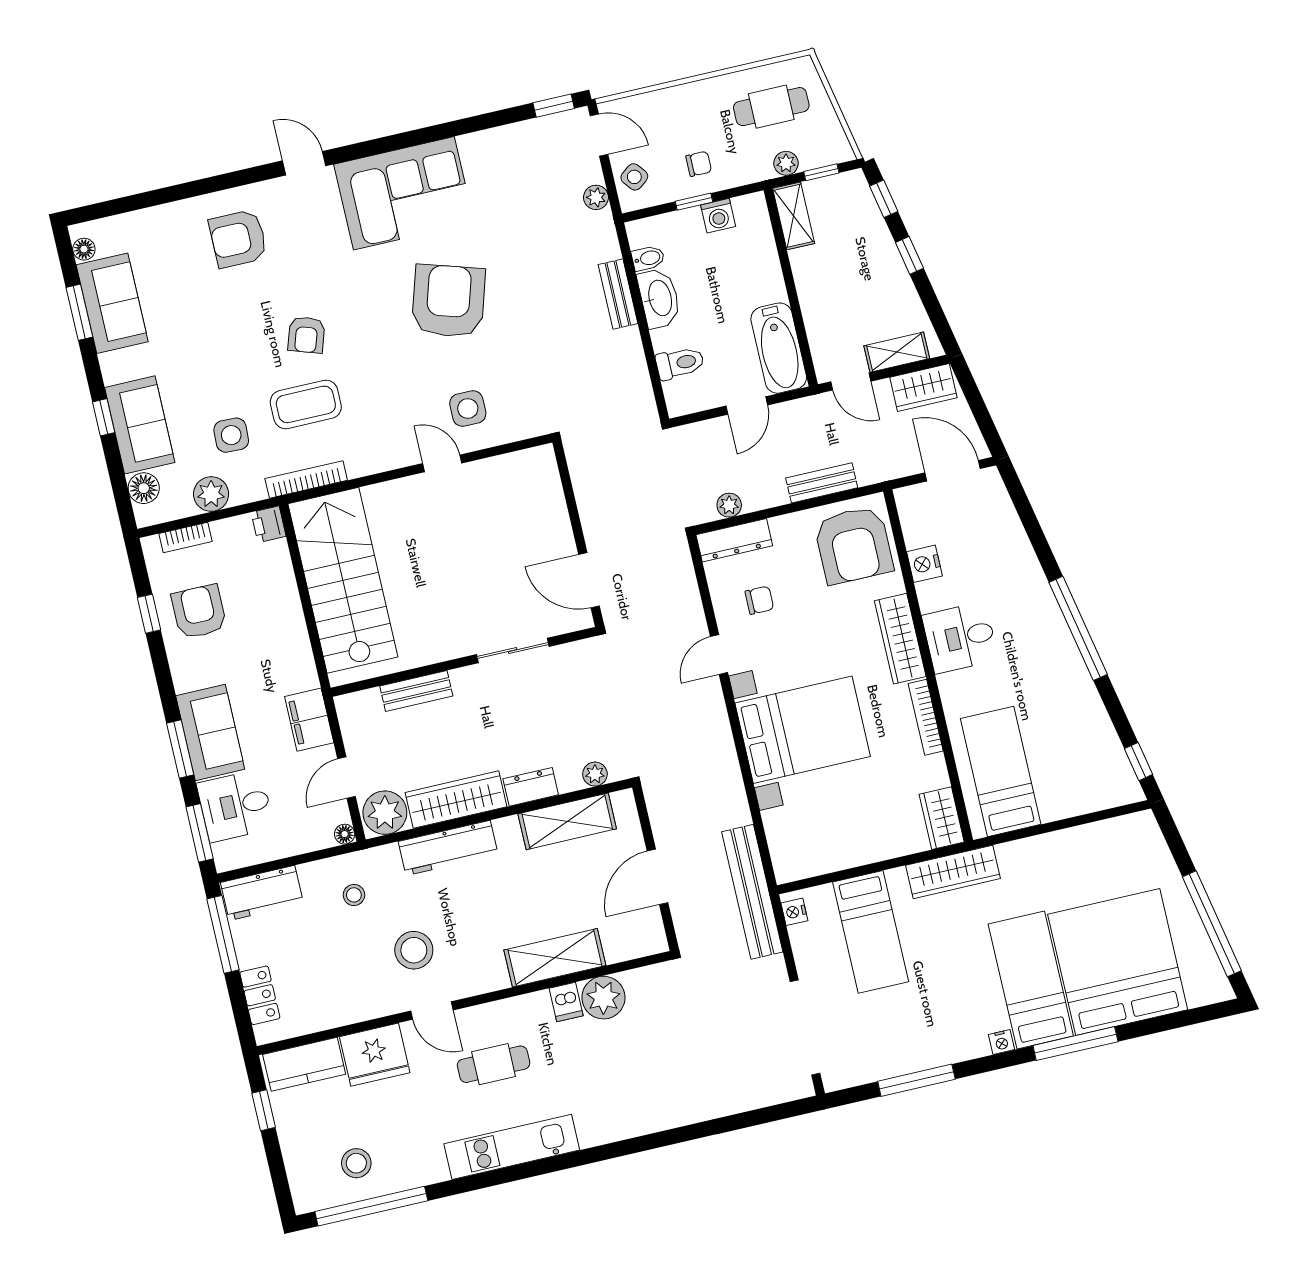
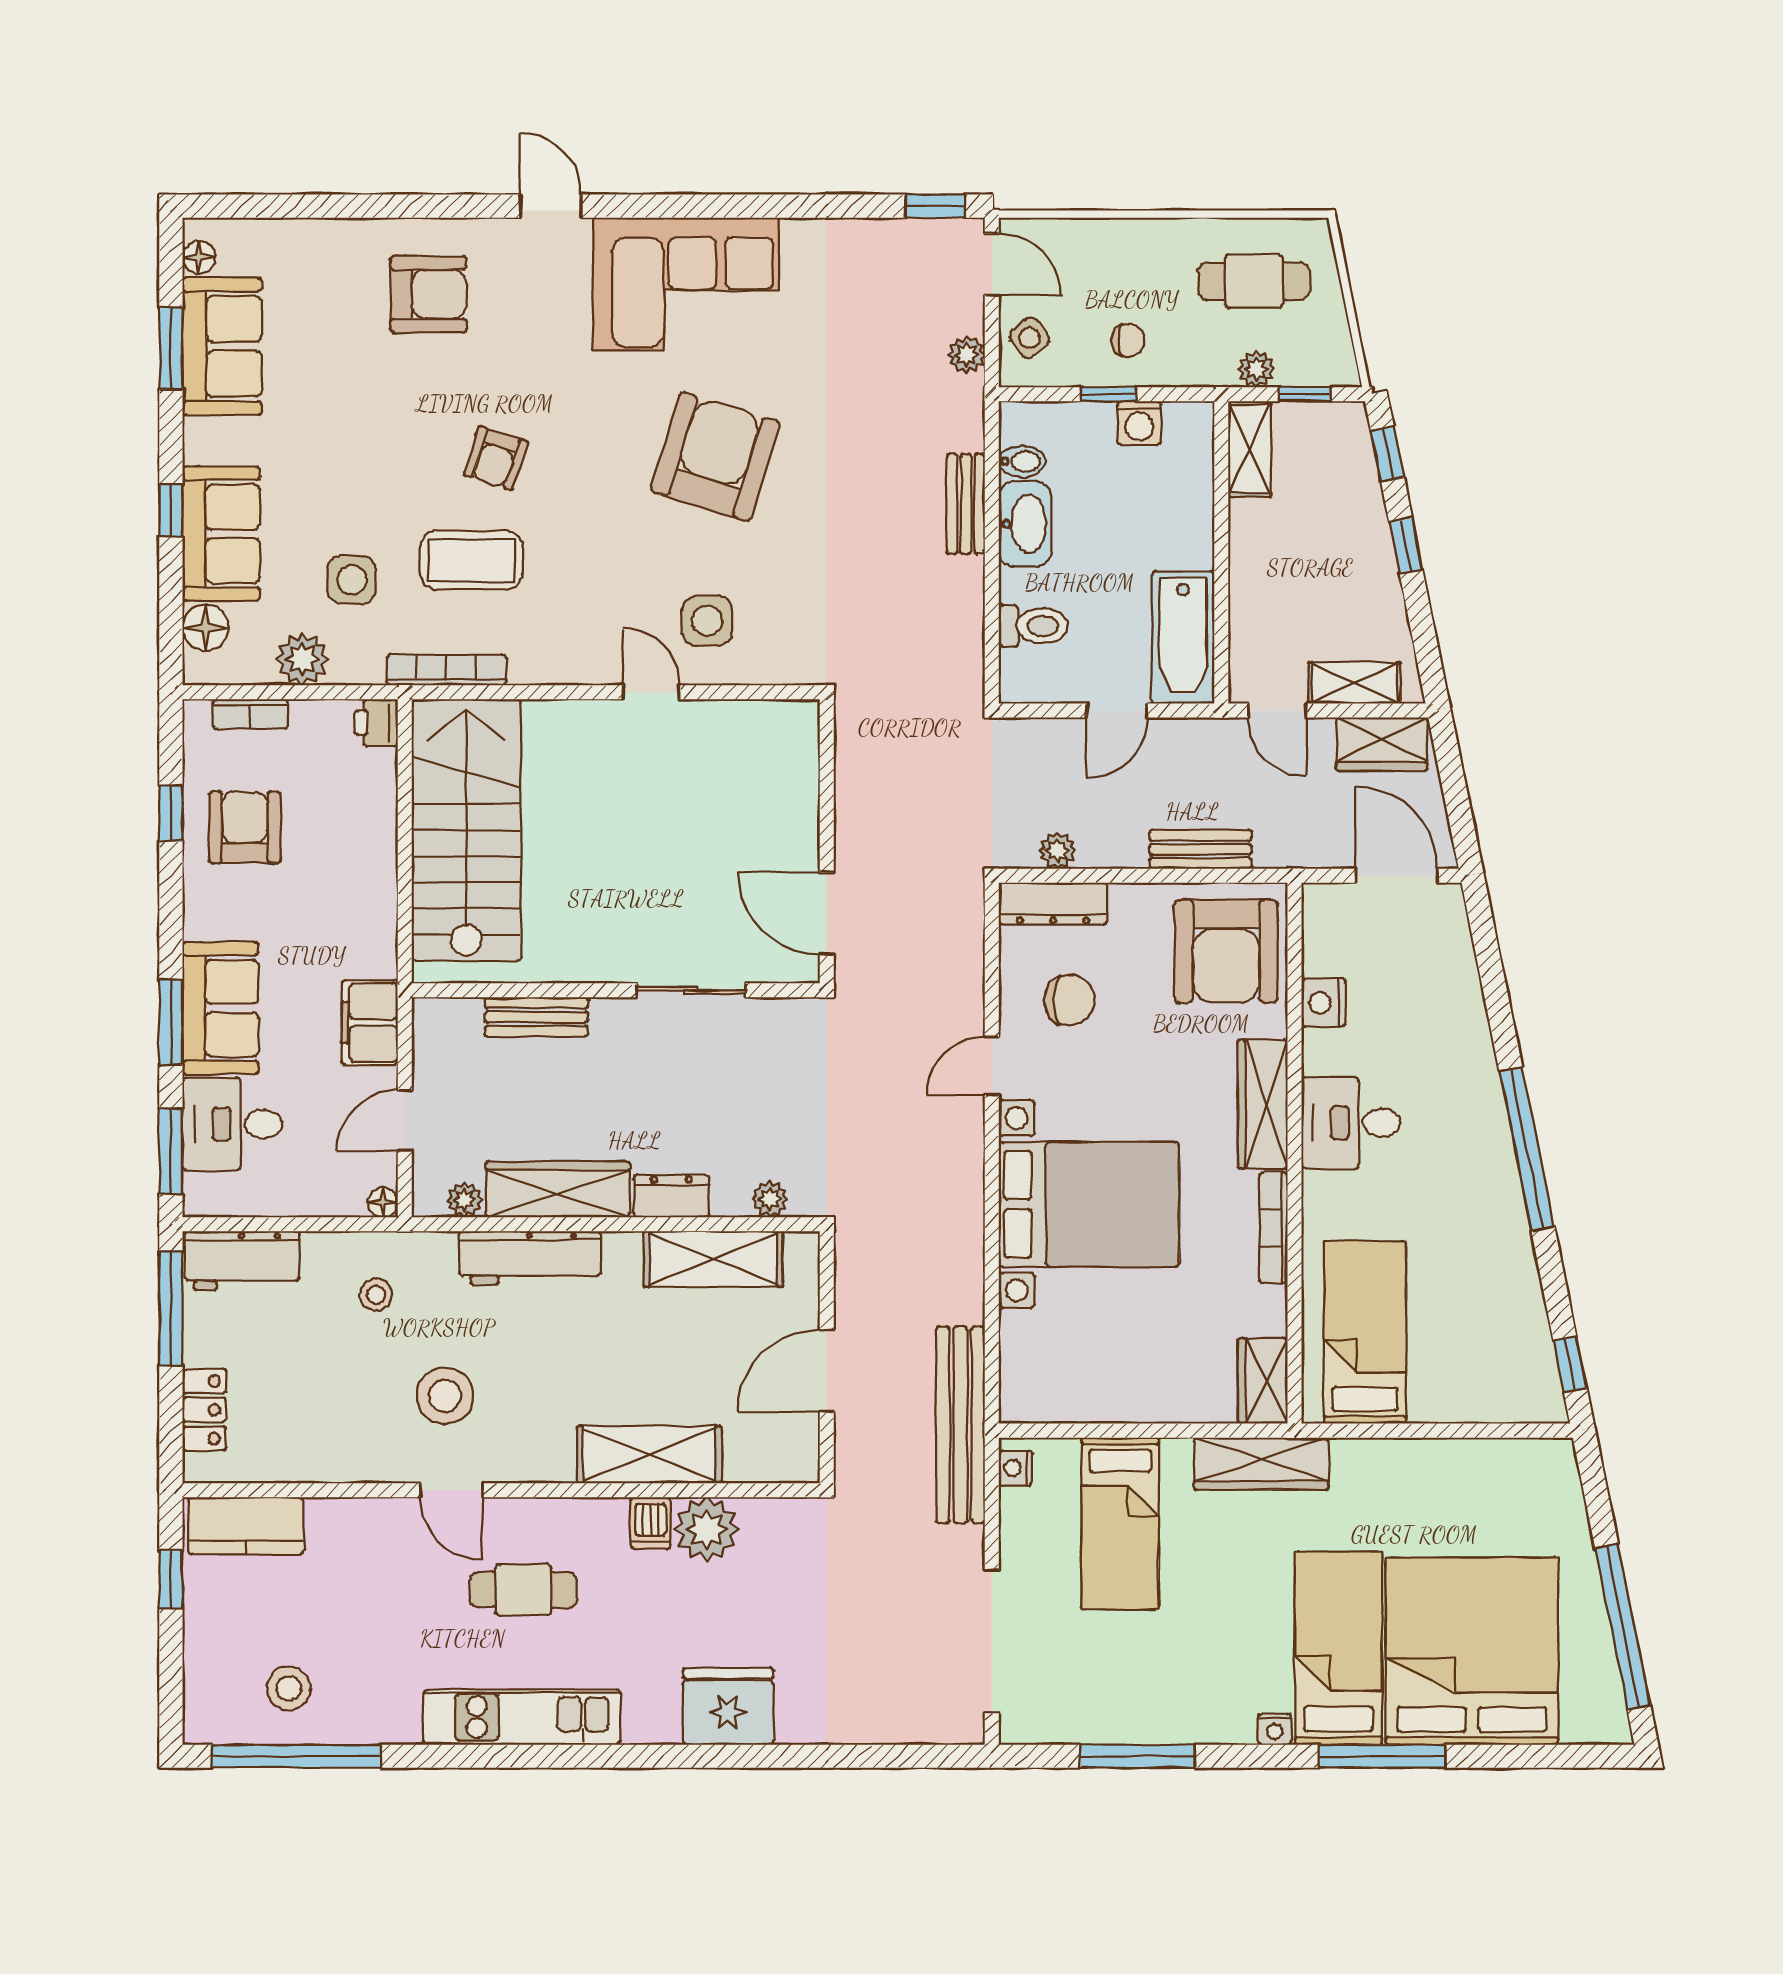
armchair: (238, 239) -> (428, 294), turned 180
chair: (759, 600) -> (1069, 1000), width x1.37, depth x1.37
plant: (385, 813) -> (464, 1200), width x0.53, depth x0.53
fridge: (375, 1055) -> (728, 1706), moved, turned 180

